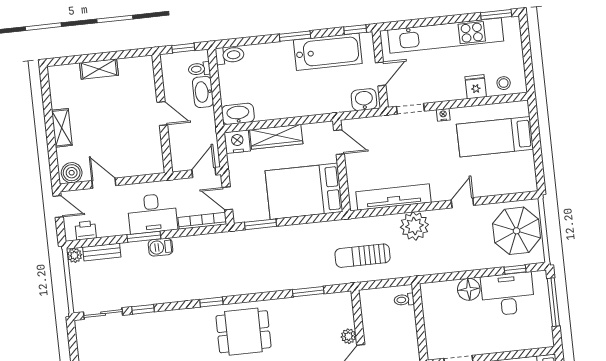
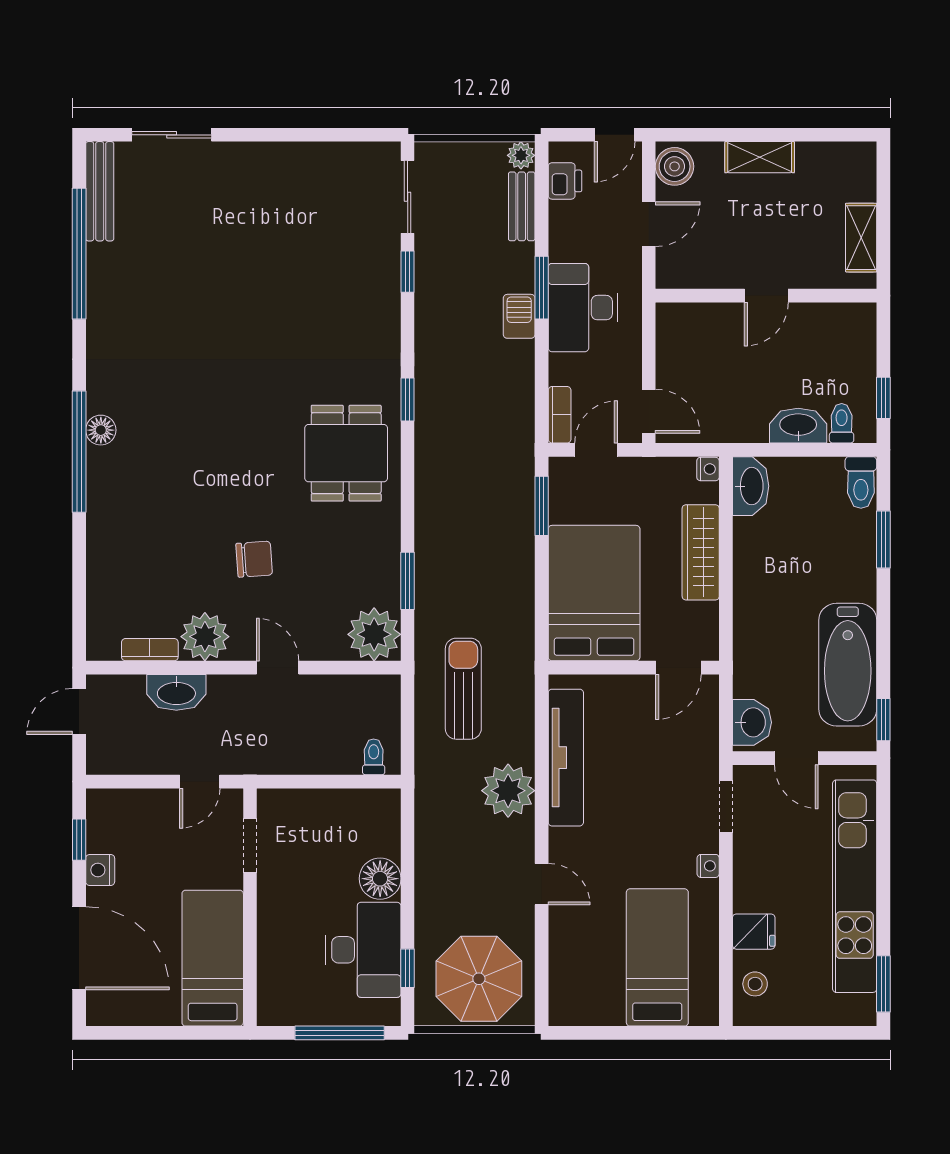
window: (295, 36) -> (883, 540), moved
door: (162, 114) -> (766, 296), moved
wall: (162, 114) -> (766, 296), moved
nightstand: (237, 142) -> (708, 469), width x0.53, depth x0.56
bookcase: (202, 221) -> (560, 415), width x0.64
plant: (348, 336) -> (374, 634), moved, width x1.87, depth x1.87

